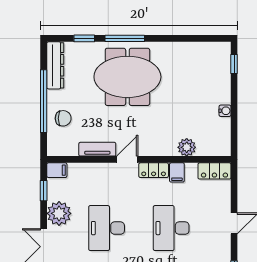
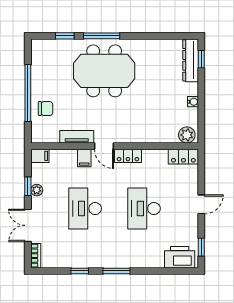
dresser: (55, 65) -> (191, 60), moved, turned 180
plant: (187, 147) -> (187, 135), moved
door: (127, 159) -> (104, 146), swing flipped
filing cabinet: (177, 172) -> (84, 158), moved
window: (44, 191) -> (28, 186), moved
plant: (59, 213) -> (37, 190), width x0.53, depth x0.53

